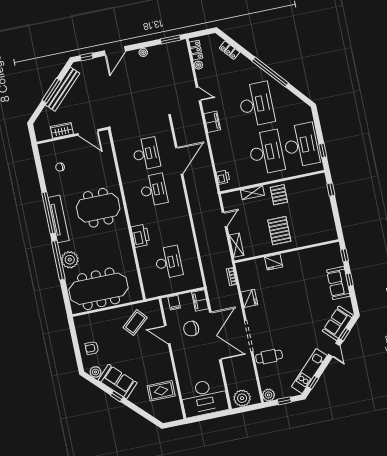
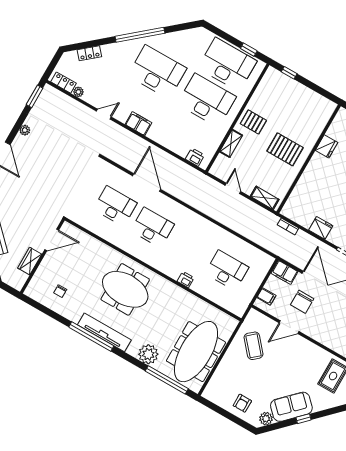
meeting table: (98, 208) -> (125, 289), turned 90
printer: (140, 236) -> (186, 280), width x0.53, depth x0.68
window: (58, 260) -> (167, 380), moved
fridge: (274, 262) -> (326, 146), moved

